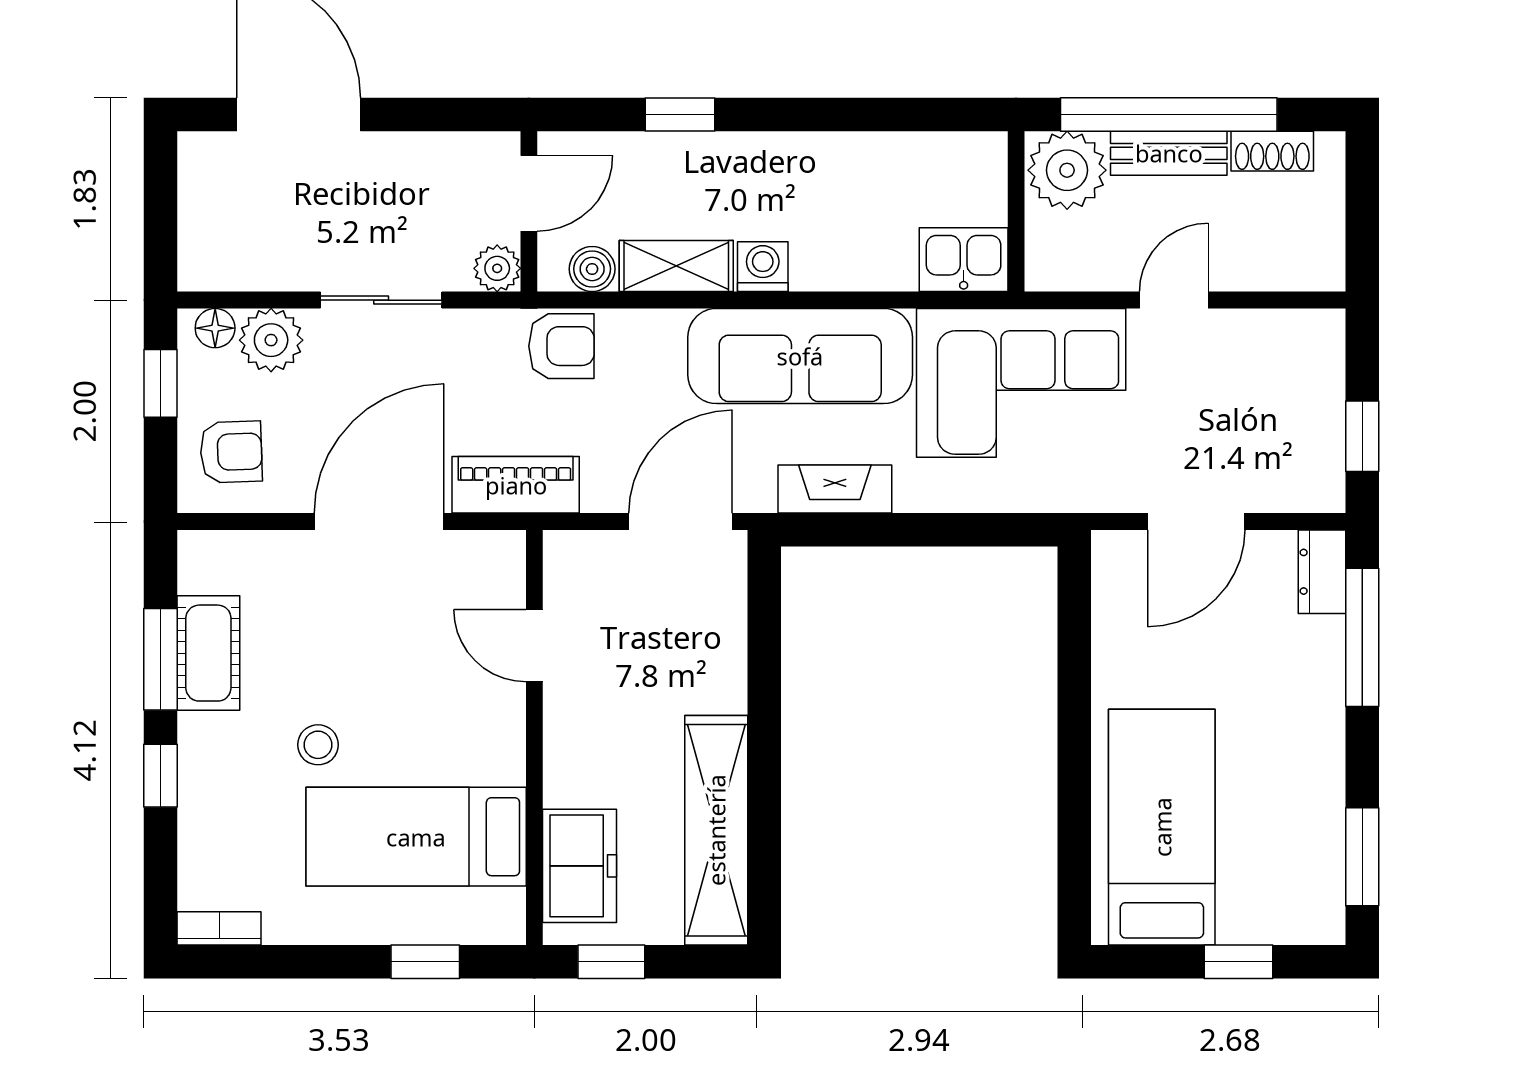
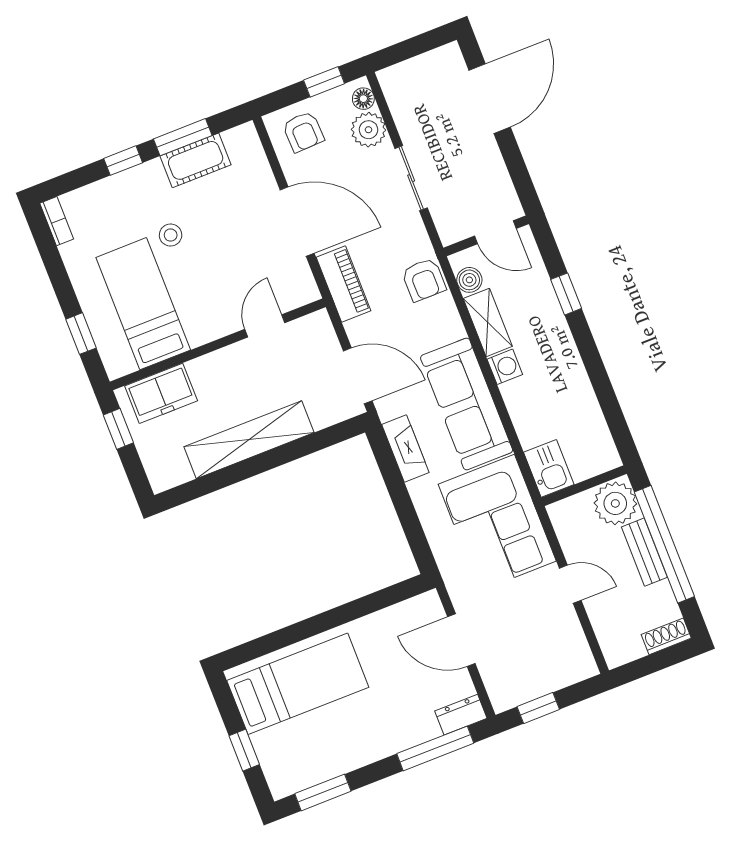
shoe rack: (1272, 151) -> (666, 636), moved, turned 90
plant: (497, 268) -> (451, 231), removed
shelving: (716, 830) -> (249, 440), moved

